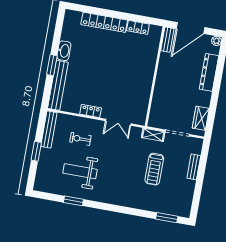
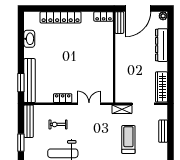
locker: (138, 27) -> (104, 16), moved
washbasin: (64, 51) -> (29, 39), moved
window: (52, 65) -> (21, 83), moved
wardrobe: (201, 118) -> (162, 87), width x1.50
double door: (118, 122) -> (89, 104), swing flipped
treadmill: (154, 169) -> (128, 140), turned 180

